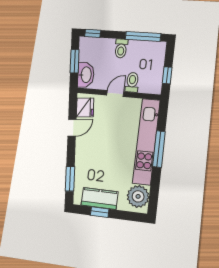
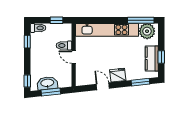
window: (143, 36) -> (27, 42), width x0.46
toilet: (121, 48) -> (38, 28), moved
washbasin: (86, 75) -> (47, 83), moved
fridge: (85, 107) -> (118, 75), moved
window: (159, 149) -> (141, 20), moved

